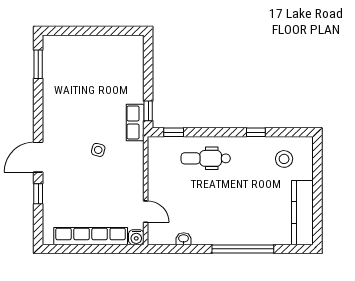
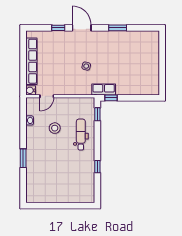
window: (38, 64) -> (118, 28), moved
stool: (284, 159) -> (55, 128), moved
kitchen counter: (302, 213) -> (46, 196), removed
window: (243, 249) -> (23, 158), width x0.47

